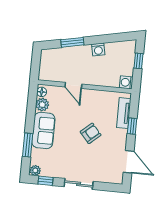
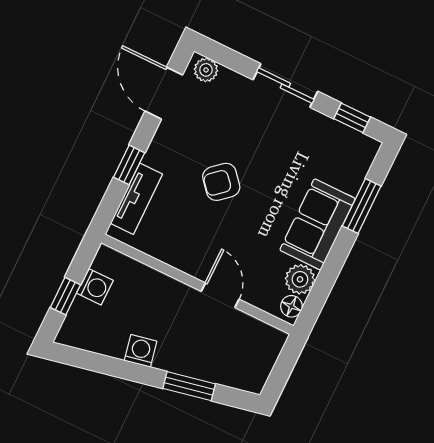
washing machine: (126, 82) -> (95, 287), moved
plant: (35, 170) -> (206, 70), moved

